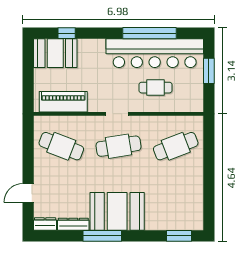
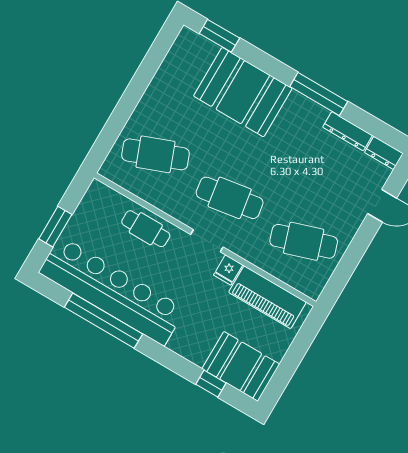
cafe table: (155, 88) -> (146, 229), moved
fridge: (95, 104) -> (228, 270), added
cafe table: (61, 146) -> (304, 241), turned -39
booth: (117, 211) -> (243, 92), moved

